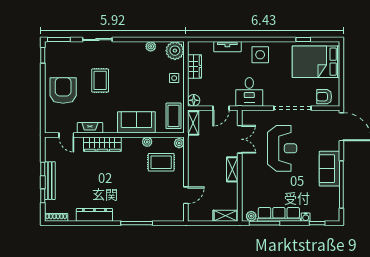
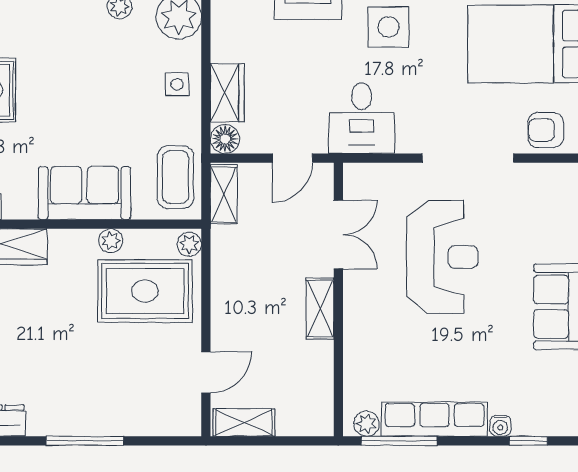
wardrobe: (195, 66) -> (227, 93), moved
rug: (161, 162) -> (145, 291), width x1.36, depth x1.43
shelving: (225, 216) -> (244, 422), moved

